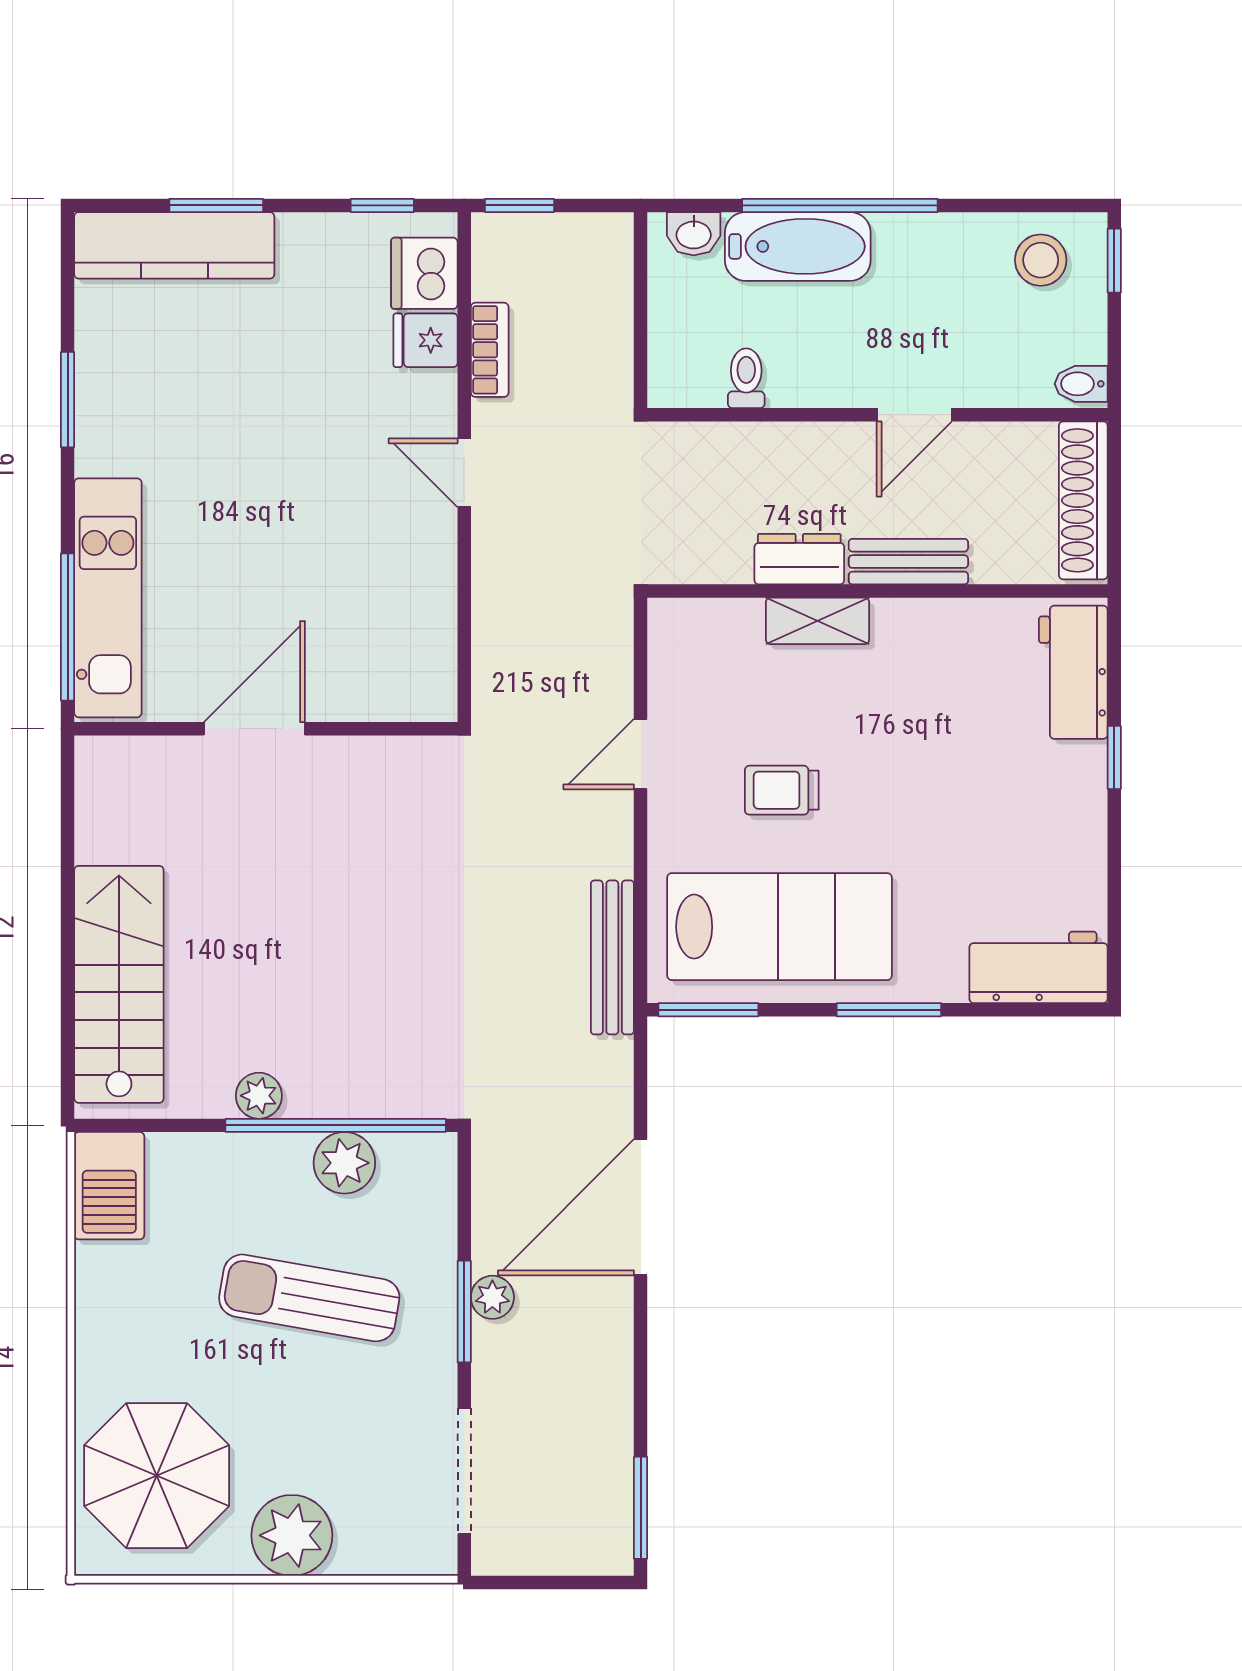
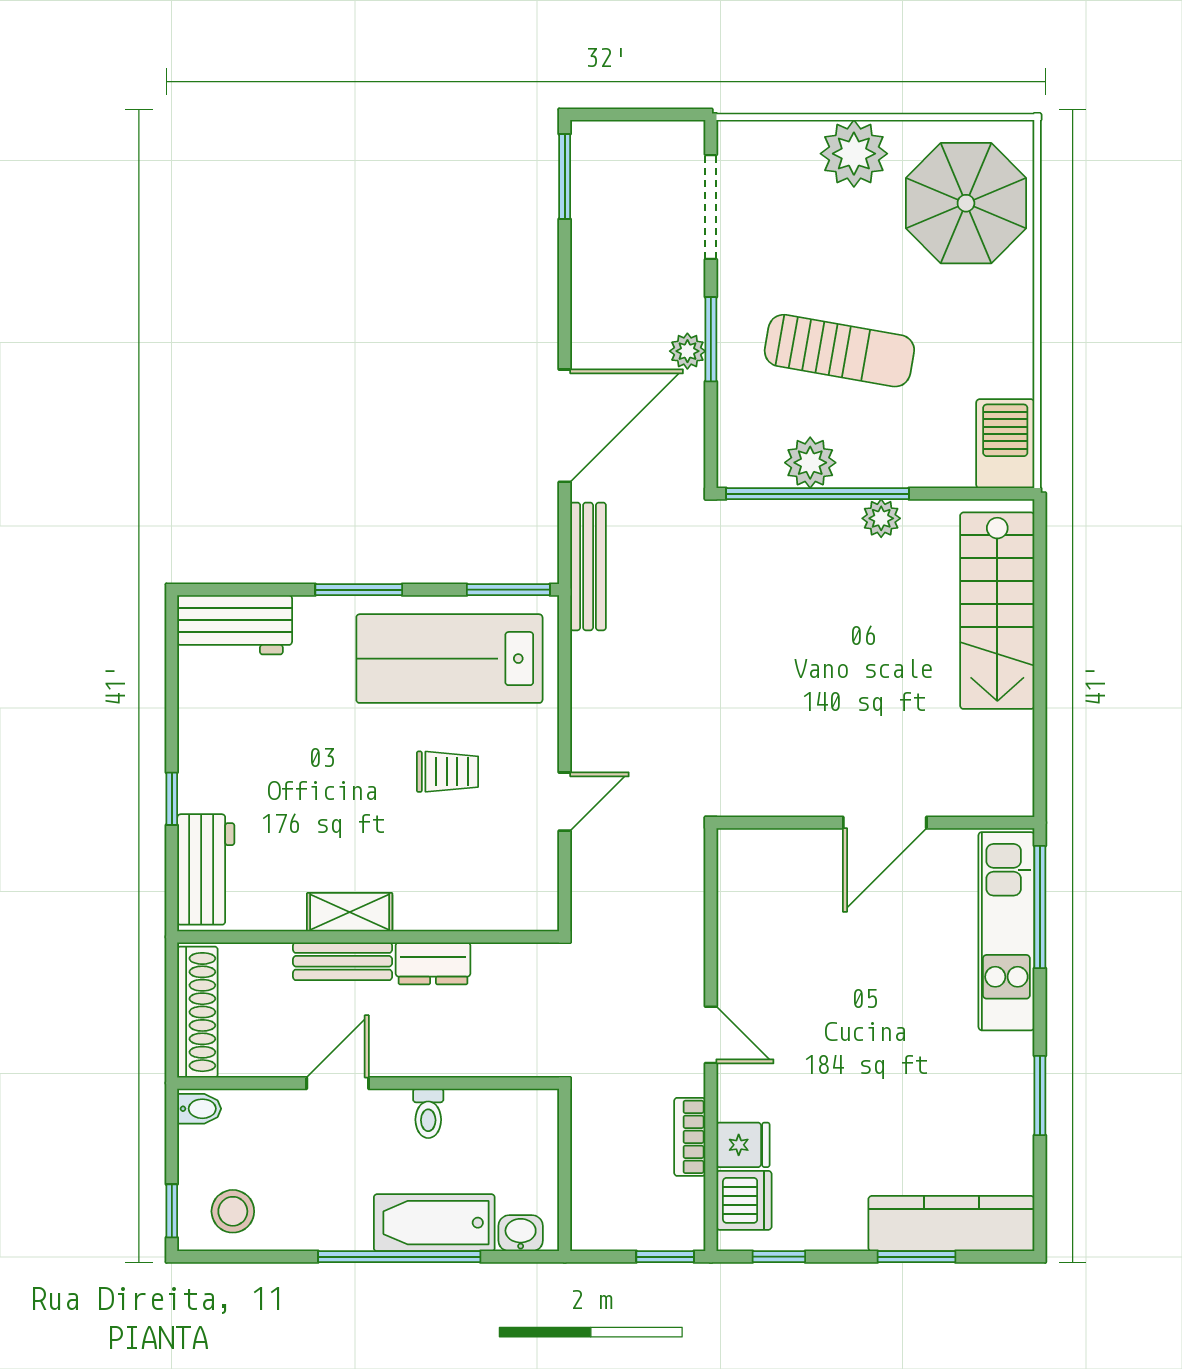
toilet: (746, 378) -> (428, 1113), moved
shelving: (817, 621) -> (350, 912), moved
bench: (612, 957) -> (588, 566), moved

